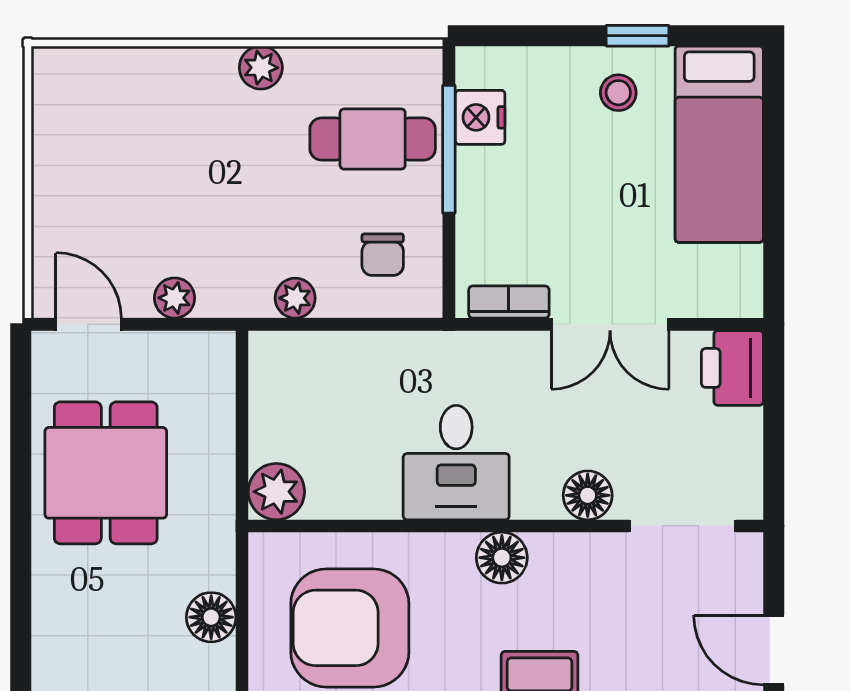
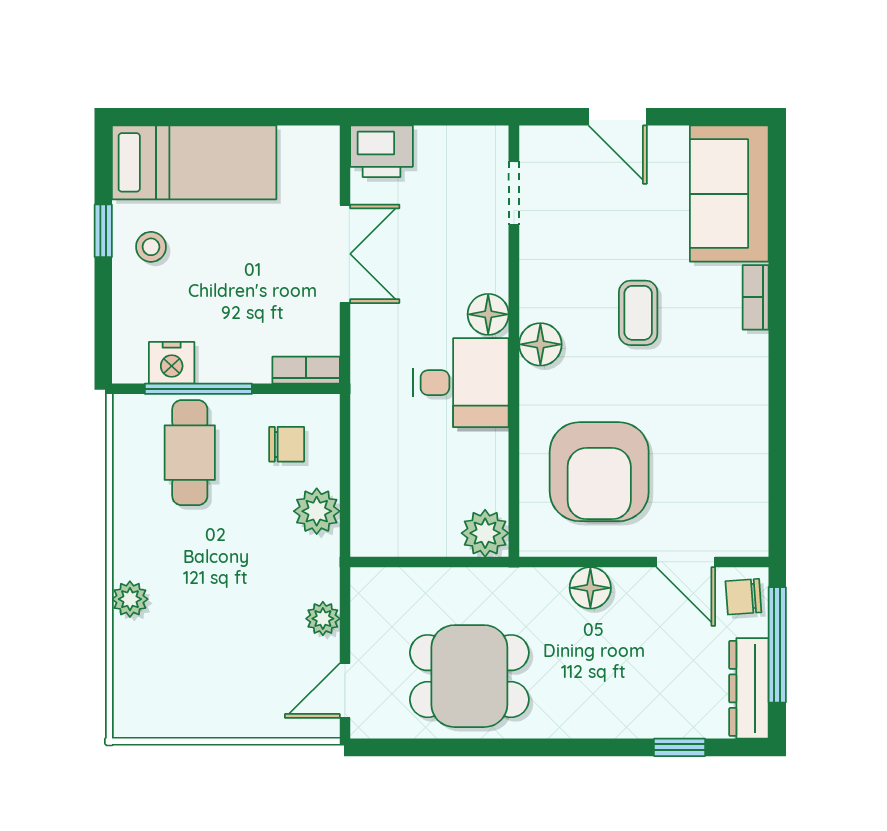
plant: (261, 68) -> (130, 599), moved
plant: (295, 298) -> (317, 511), width x1.38, depth x1.38
bookcase: (509, 302) -> (306, 370), moved, turned 90
floor lamp: (588, 495) -> (488, 314), moved
doorway: (683, 526) -> (514, 193), width x0.73
door: (774, 650) -> (618, 117), hinge flipped

